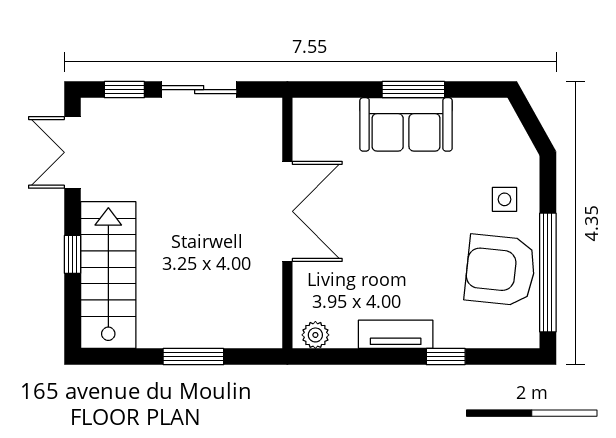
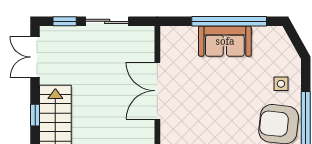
window: (413, 90) -> (229, 21), width x2.11
double door: (287, 211) -> (157, 91), swing flipped

